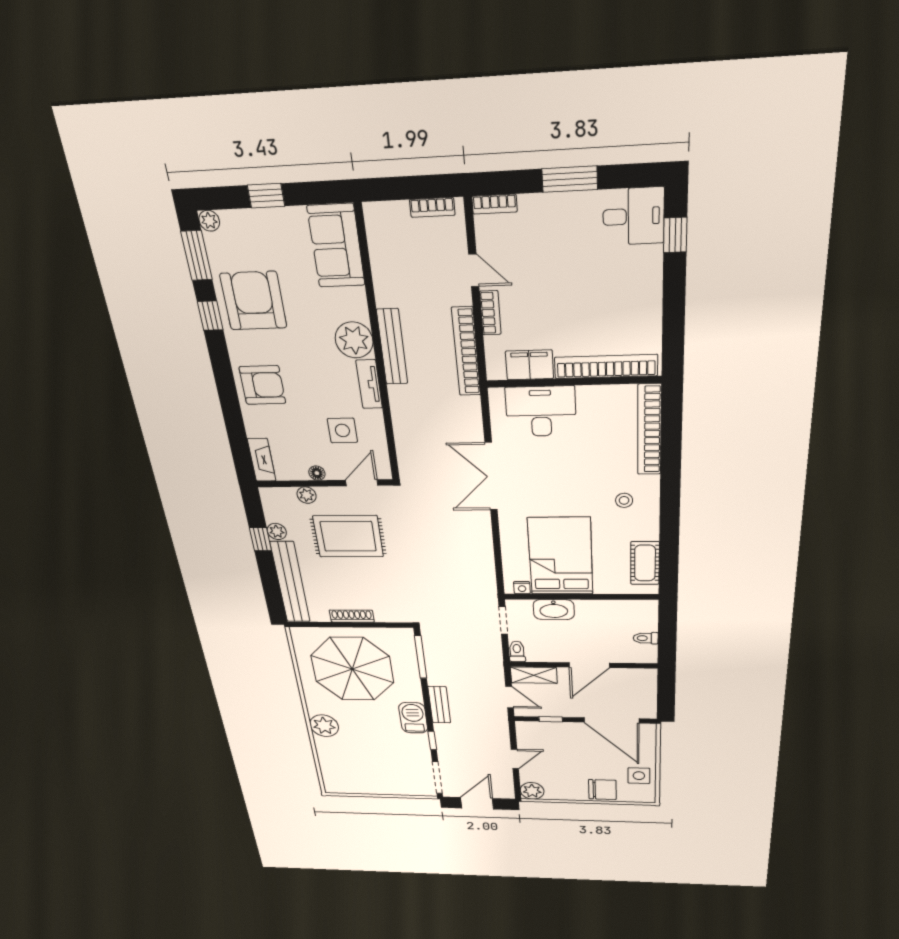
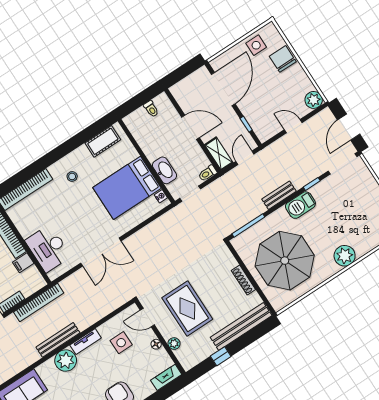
filing cabinet: (530, 365) -> (23, 263), width x0.50
plant: (277, 531) -> (209, 349), removed
door: (477, 803) -> (349, 127), hinge flipped

